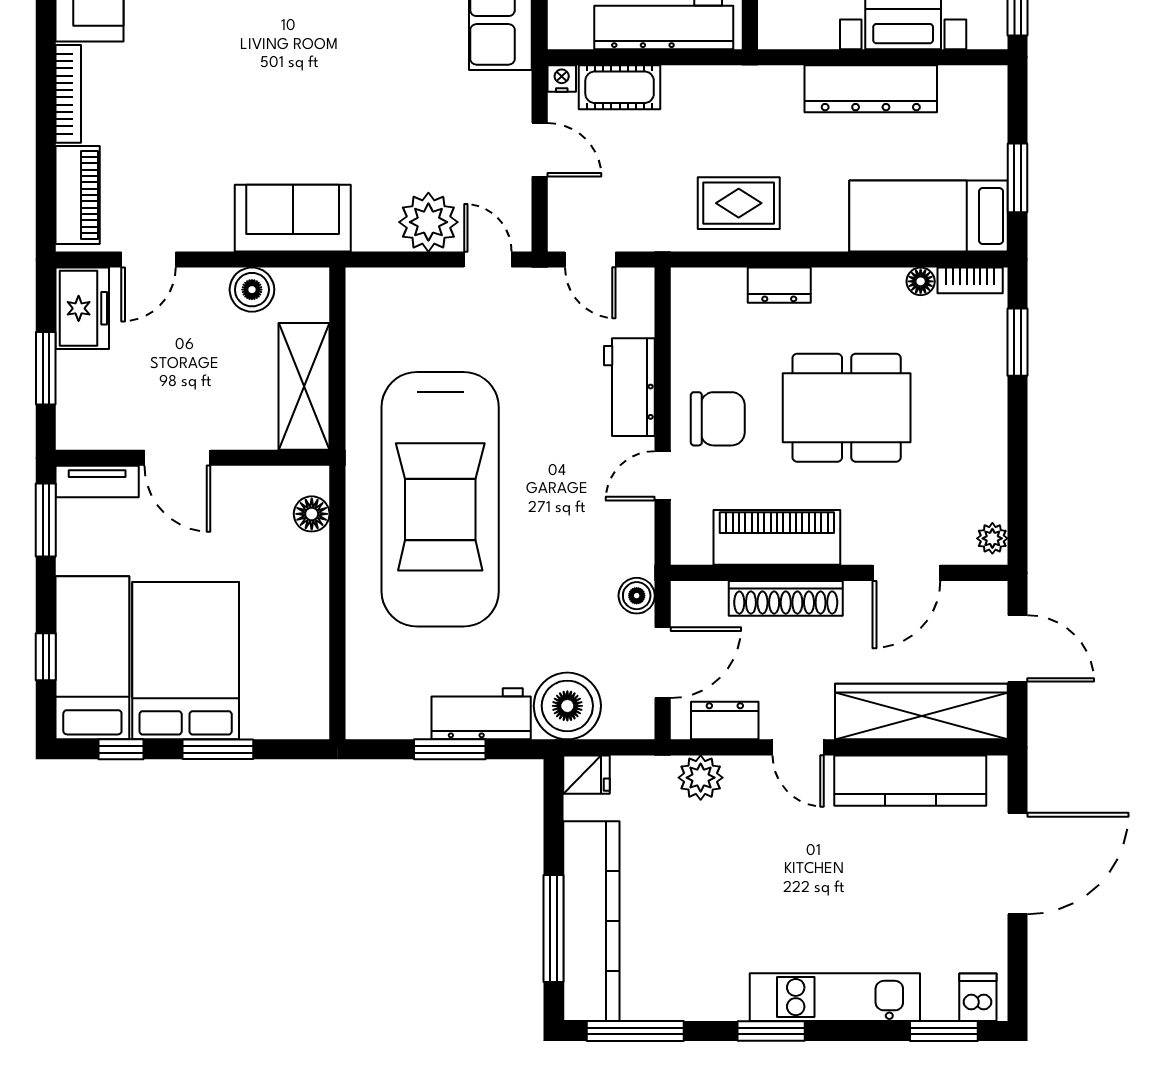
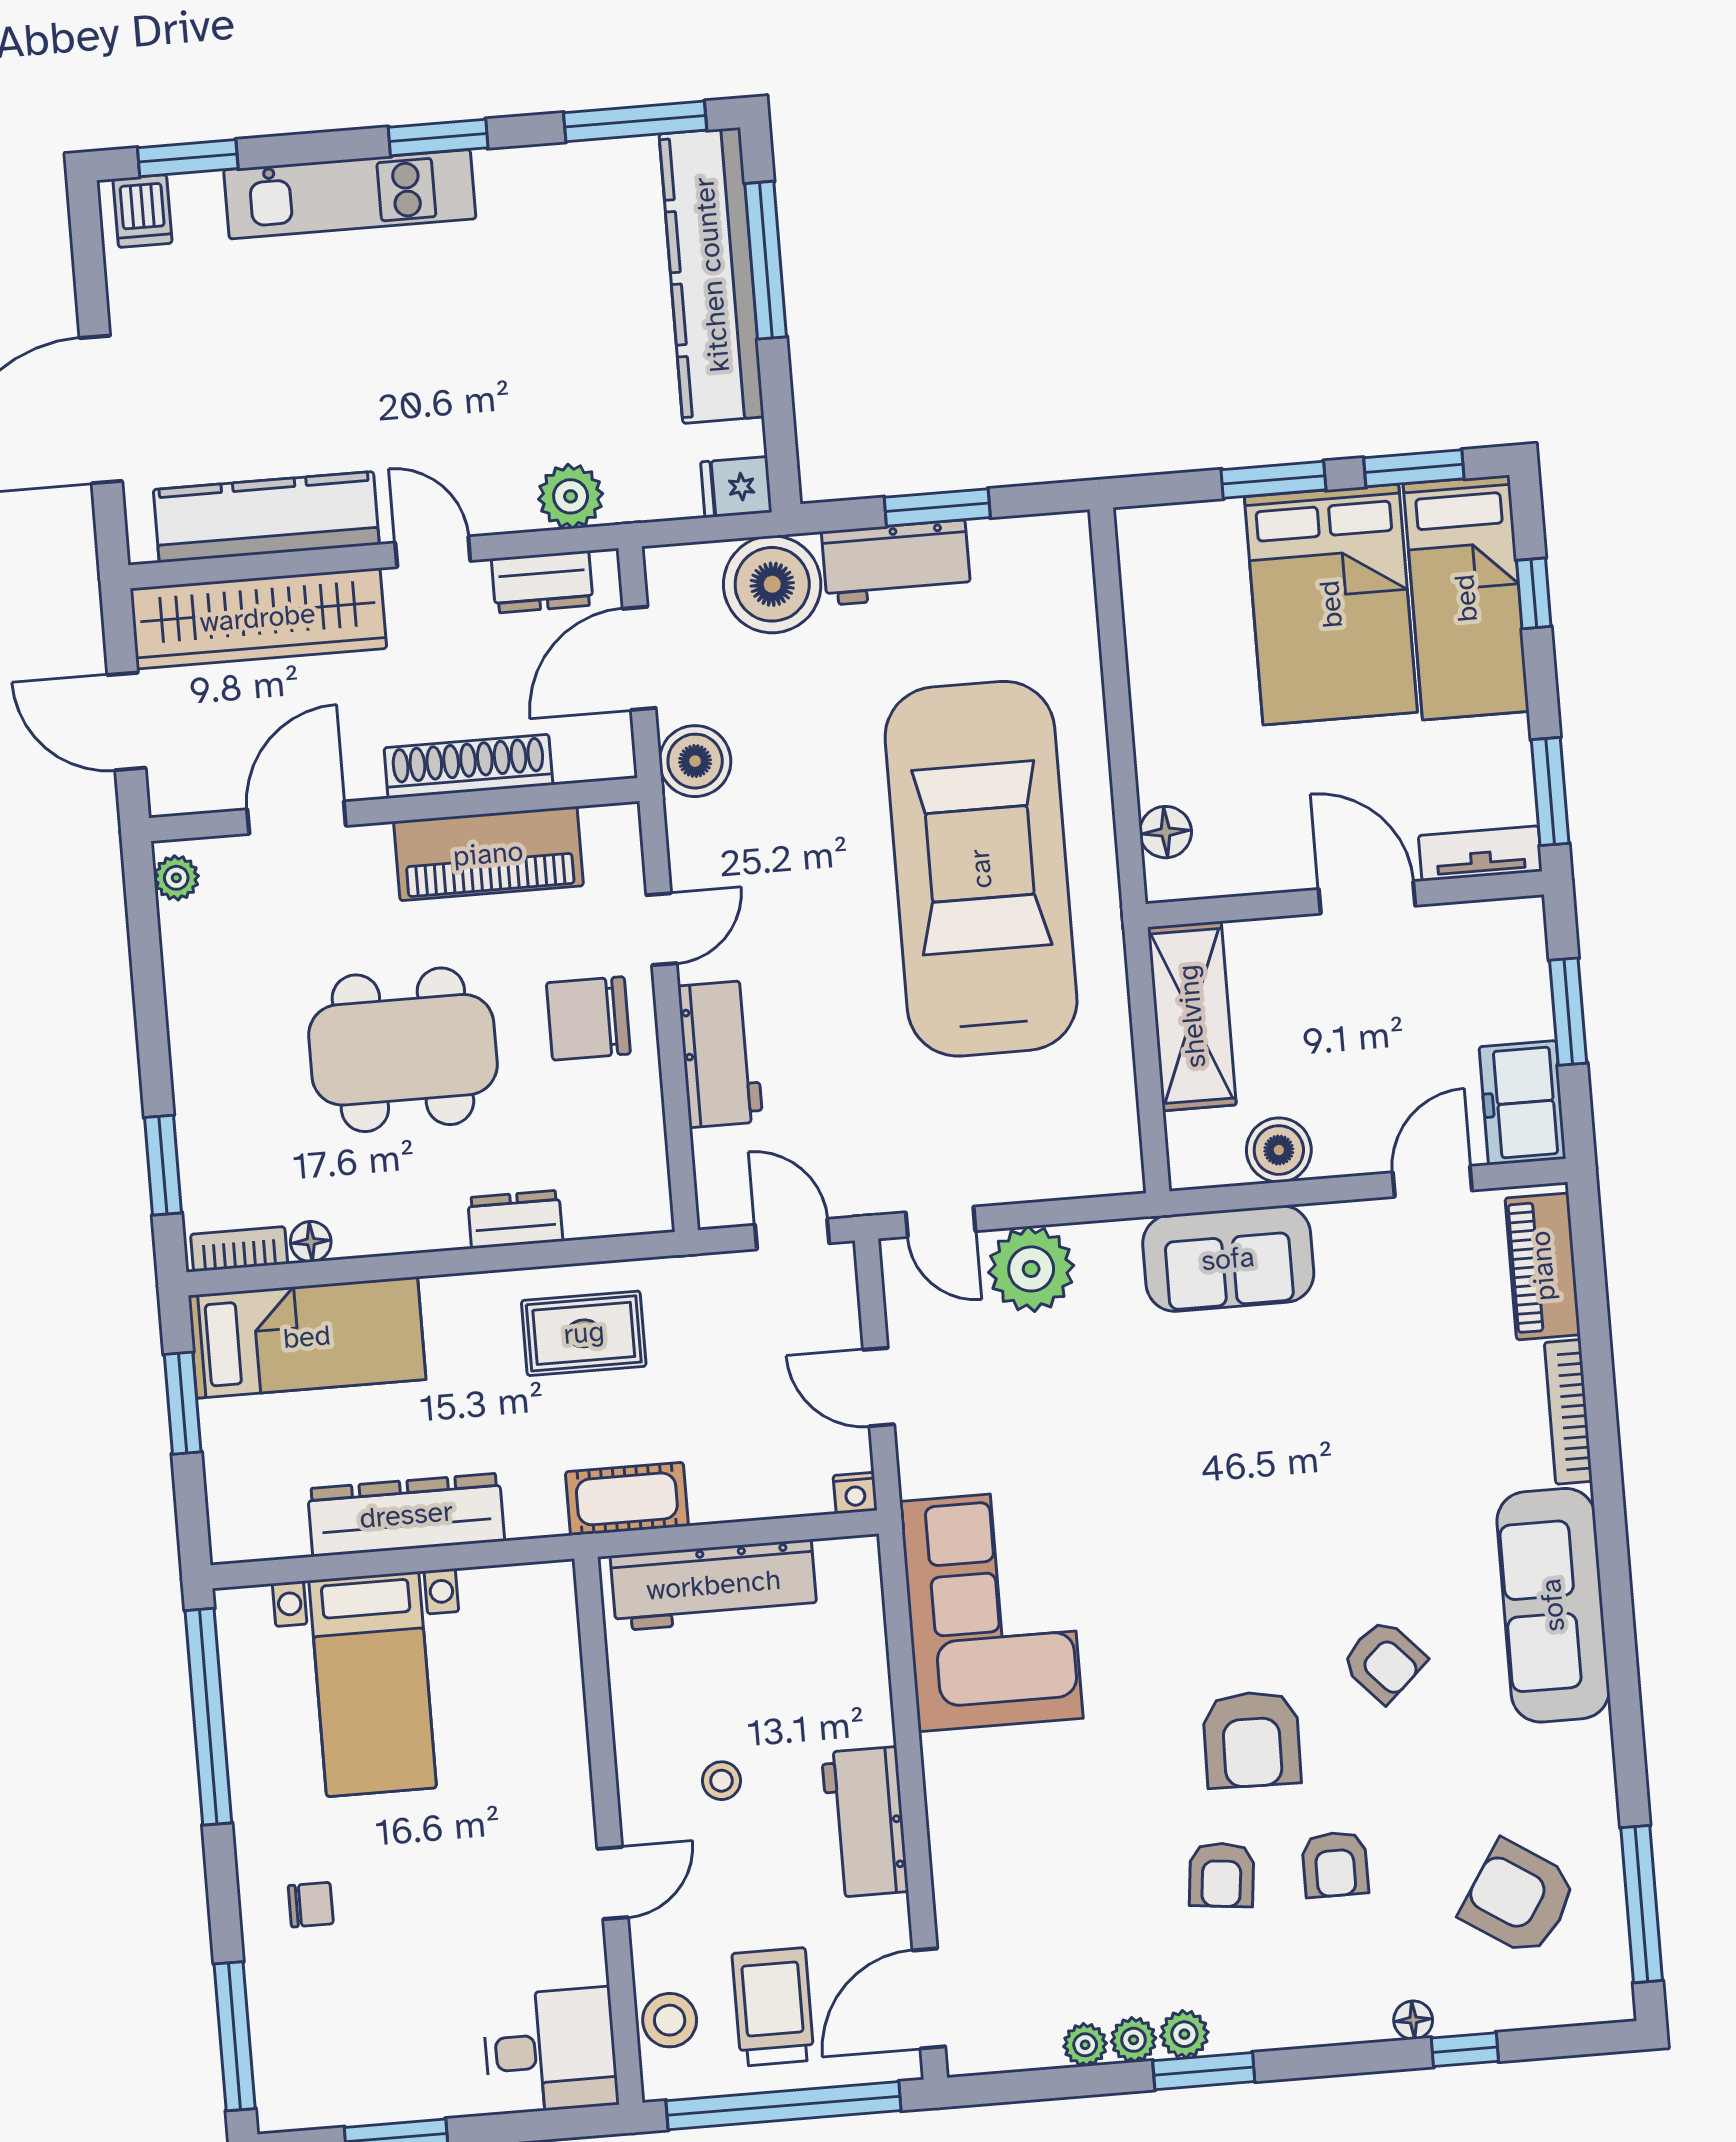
cot: (620, 87) -> (627, 1499), moved
boiler: (637, 596) -> (695, 761), width x1.36, depth x1.36
window: (121, 749) -> (1414, 468), width x1.50

